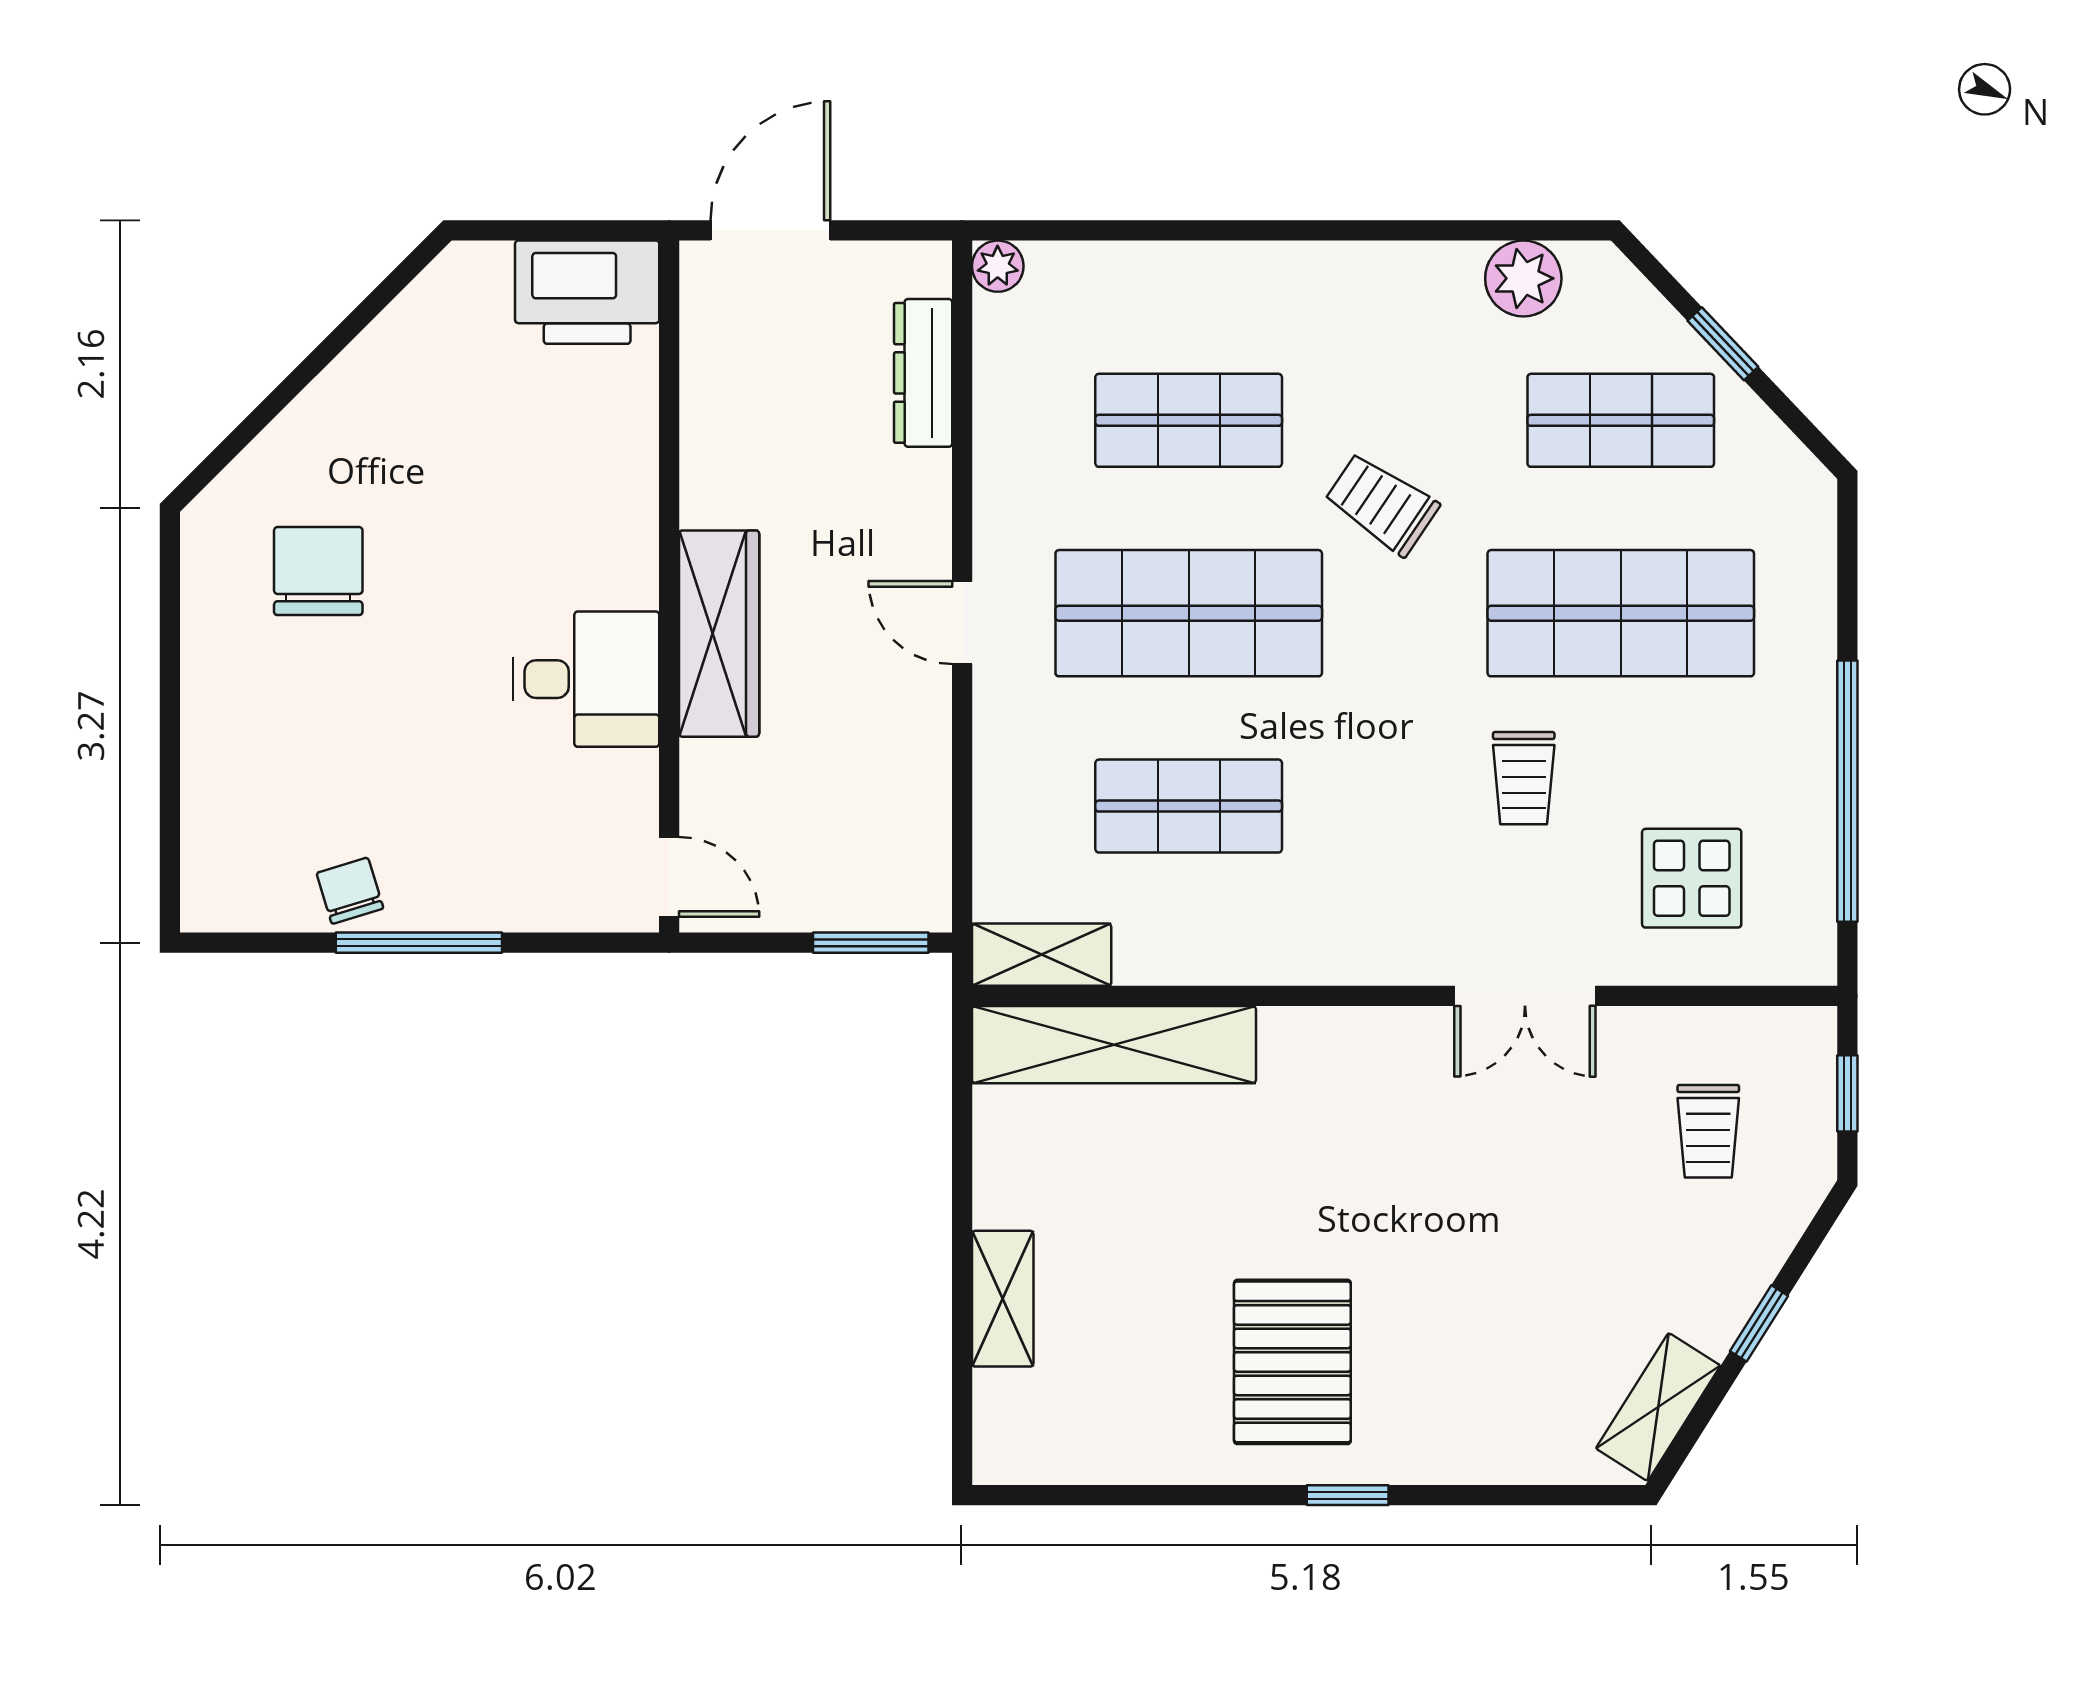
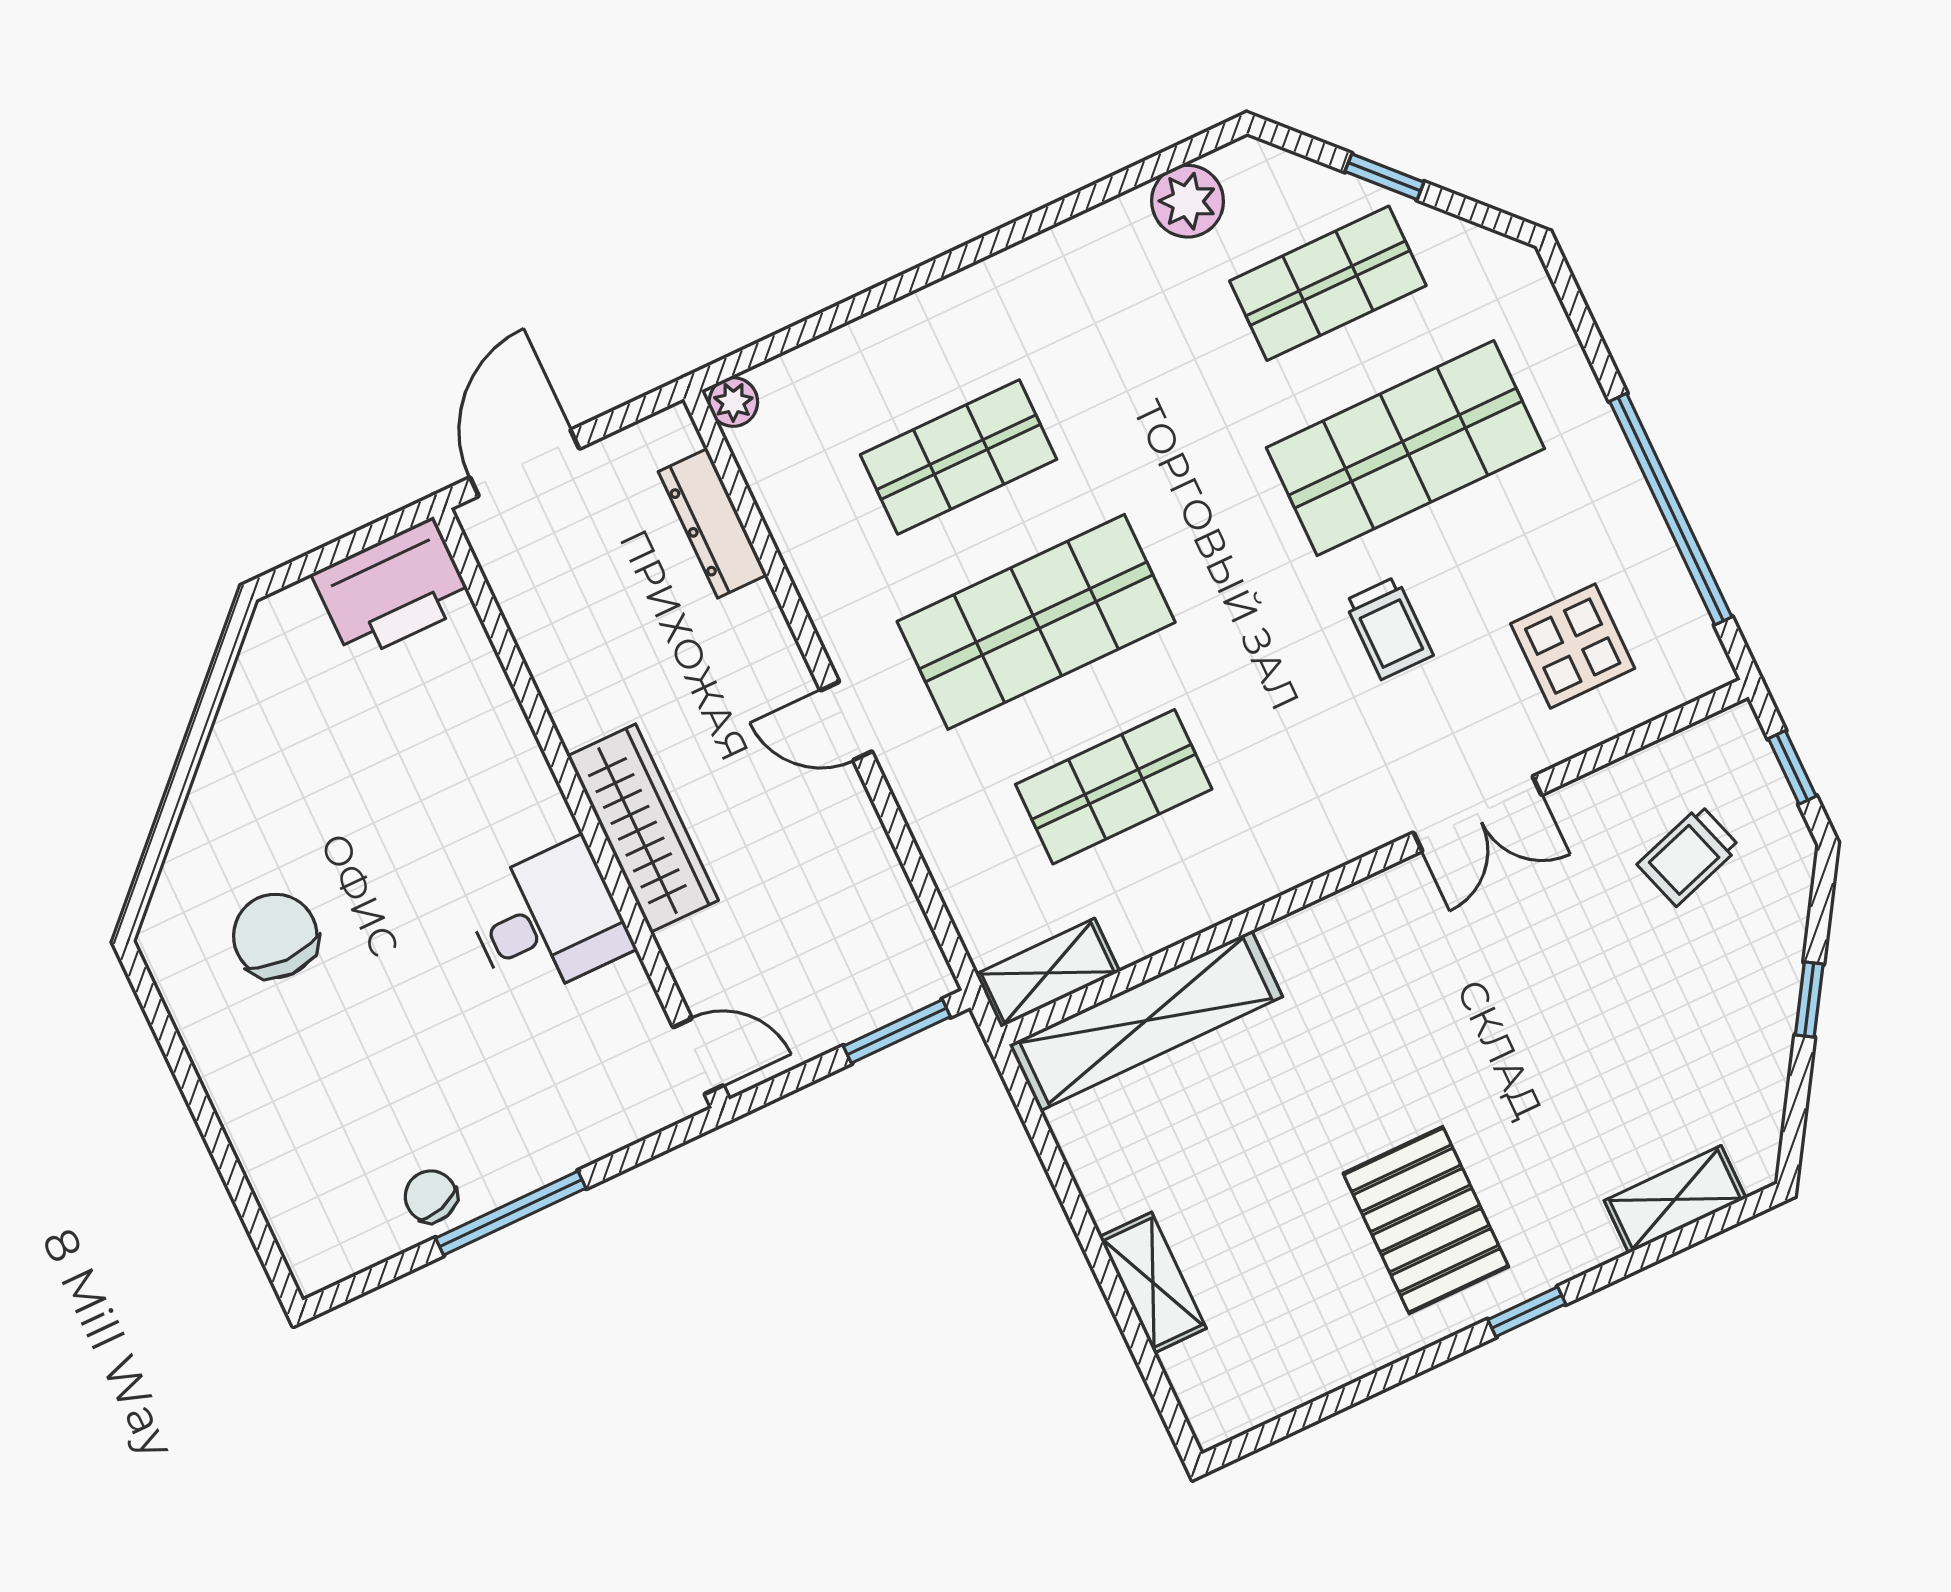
trolley: (1382, 504) -> (1157, 451), removed
trolley: (1708, 1131) -> (1689, 856), turned 72
shelving: (1658, 1407) -> (1675, 1199), moved, turned 58

